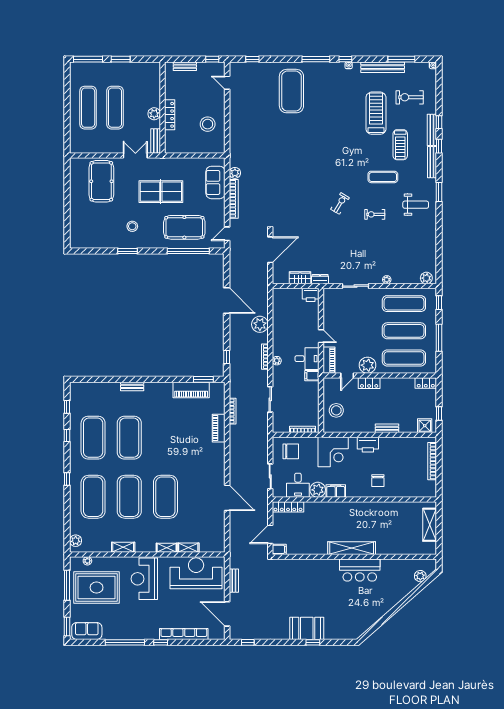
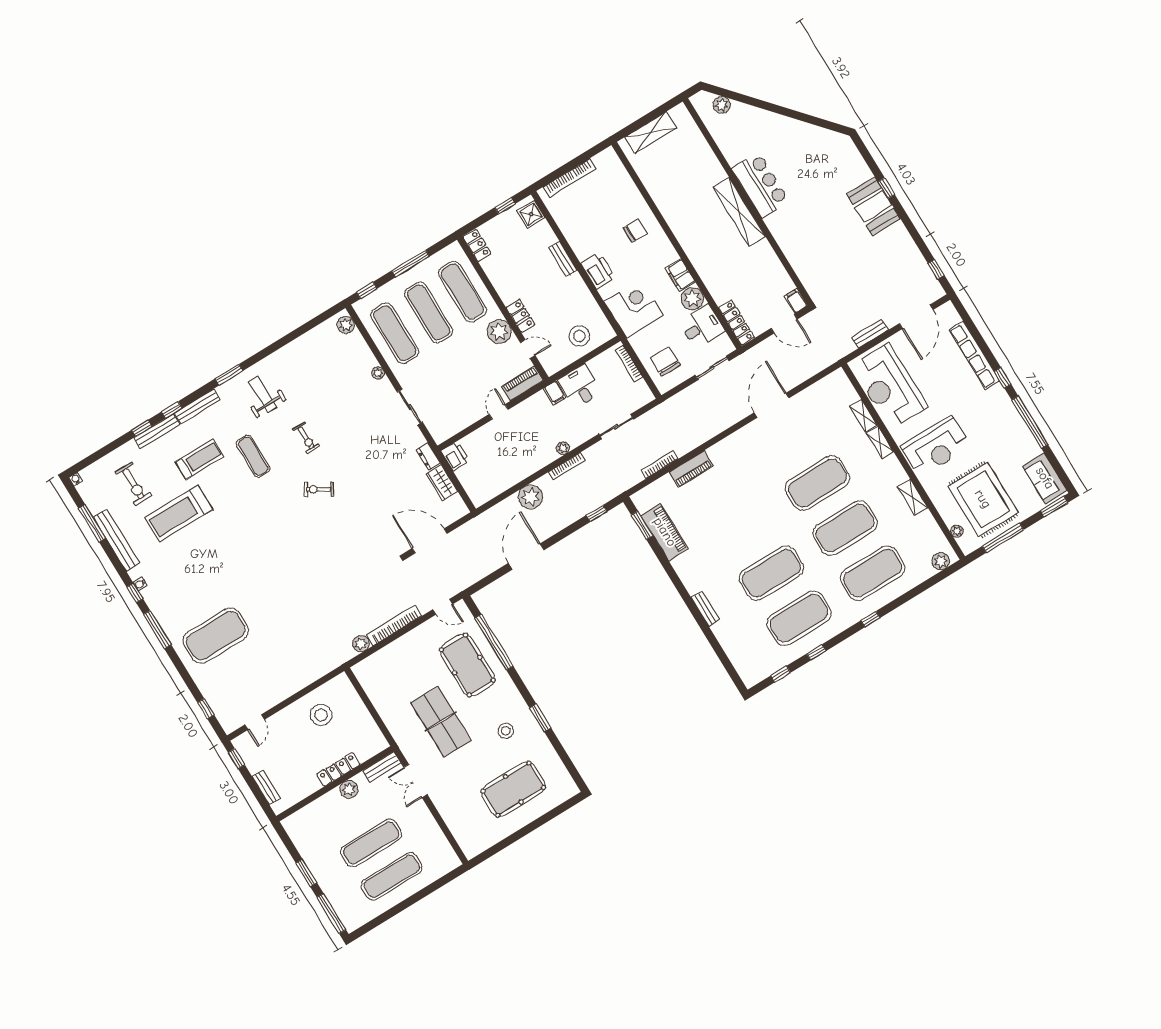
pool table: (101, 181) -> (513, 789), moved
sofa: (215, 182) -> (388, 660), removed
desk: (307, 359) -> (580, 386), moved

